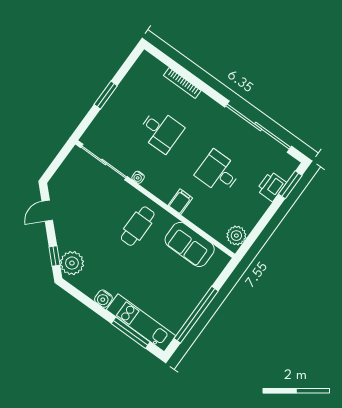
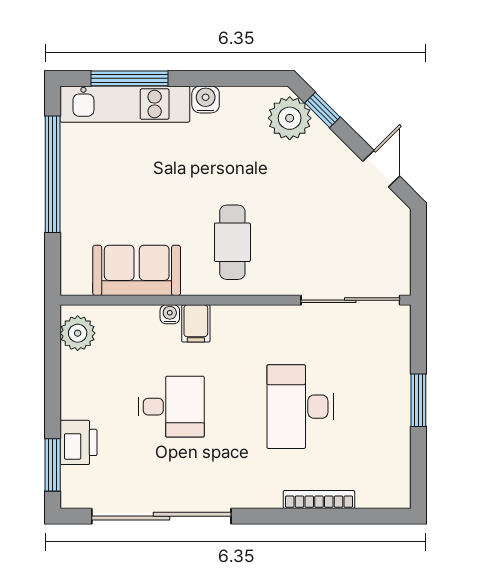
desk: (161, 131) -> (300, 407), width x1.37
water cooler: (138, 177) -> (170, 314), moved

